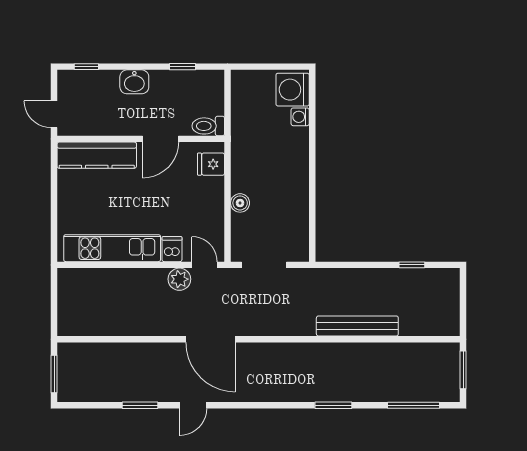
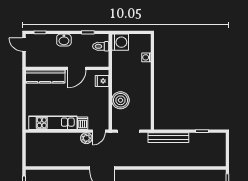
washing machine: (293, 90) -> (120, 42), moved, turned 180
door: (54, 114) -> (24, 45), moved
toilet: (208, 126) -> (101, 46), moved
boiler: (240, 203) -> (120, 100), width x1.86, depth x1.86
door: (205, 265) -> (99, 131), swing flipped
bench: (357, 326) -> (168, 138), moved

